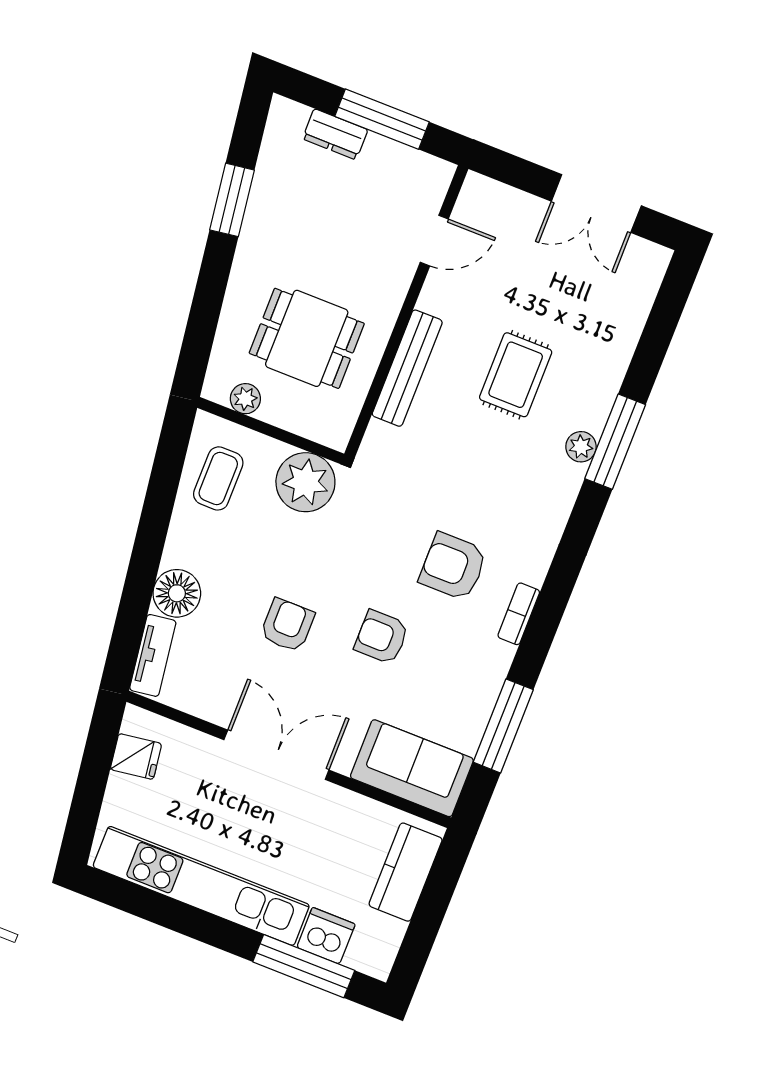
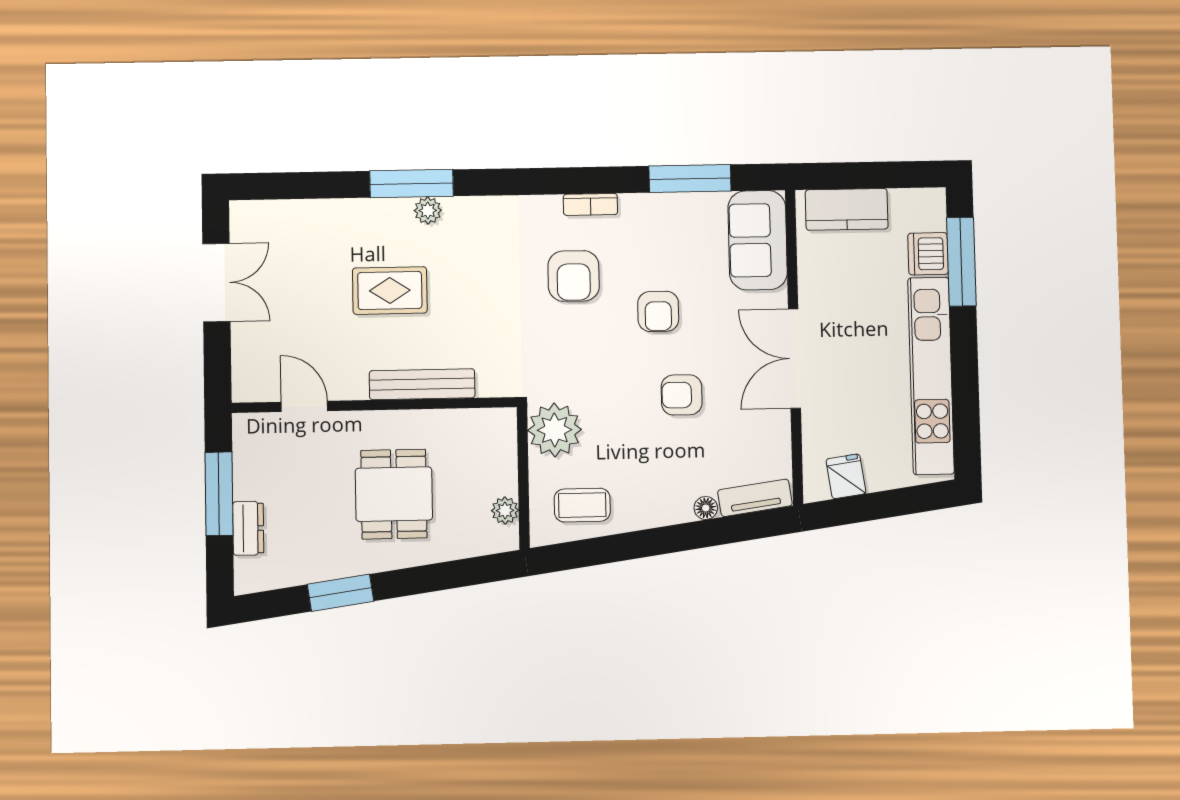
dining table: (307, 338) -> (394, 494), moved
floor lamp: (177, 593) -> (706, 508), width x0.53, depth x0.53

